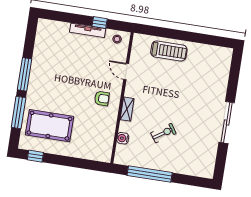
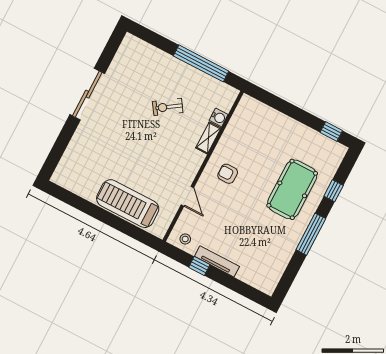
treadmill: (169, 51) -> (128, 204), width x1.37, depth x1.38
shelving: (127, 109) -> (208, 138), moved
window: (19, 113) -> (334, 191), width x0.46
pool table: (49, 126) -> (292, 189), moved, turned 90

